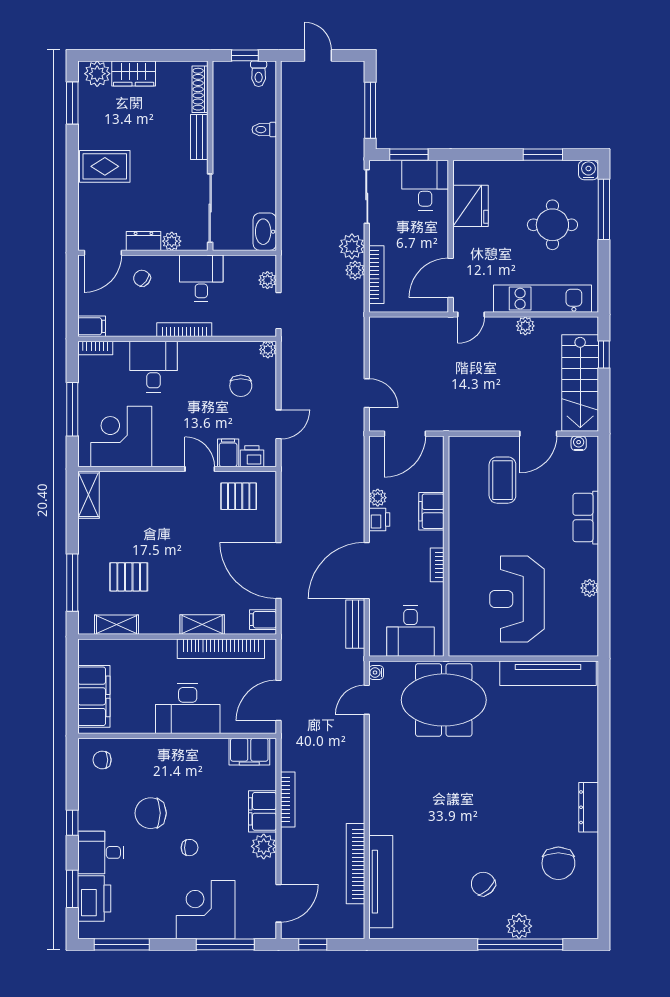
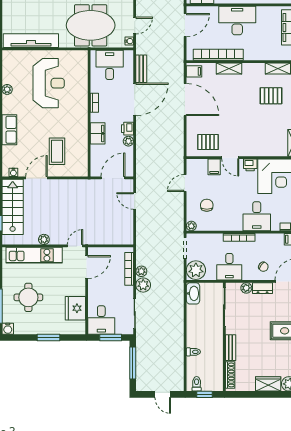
window: (543, 155) -> (49, 338), moved
plant: (267, 280) -> (196, 270), width x1.88, depth x1.88
printer: (252, 456) -> (250, 165), moved

